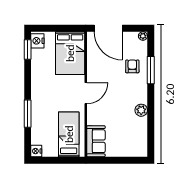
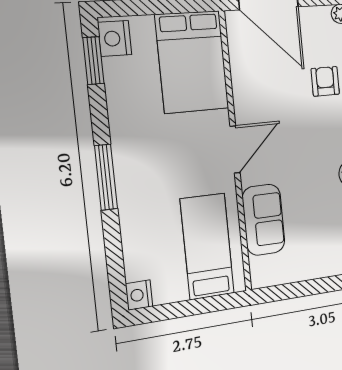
window: (28, 114) -> (106, 177), moved
sofa: (96, 141) -> (264, 220), moved

